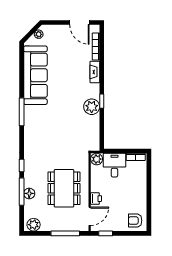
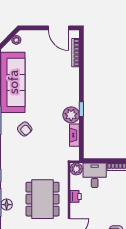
fireplace: (95, 72) -> (74, 135), moved
armchair: (47, 120) -> (25, 129), added
printer: (96, 199) -> (76, 196), moved

